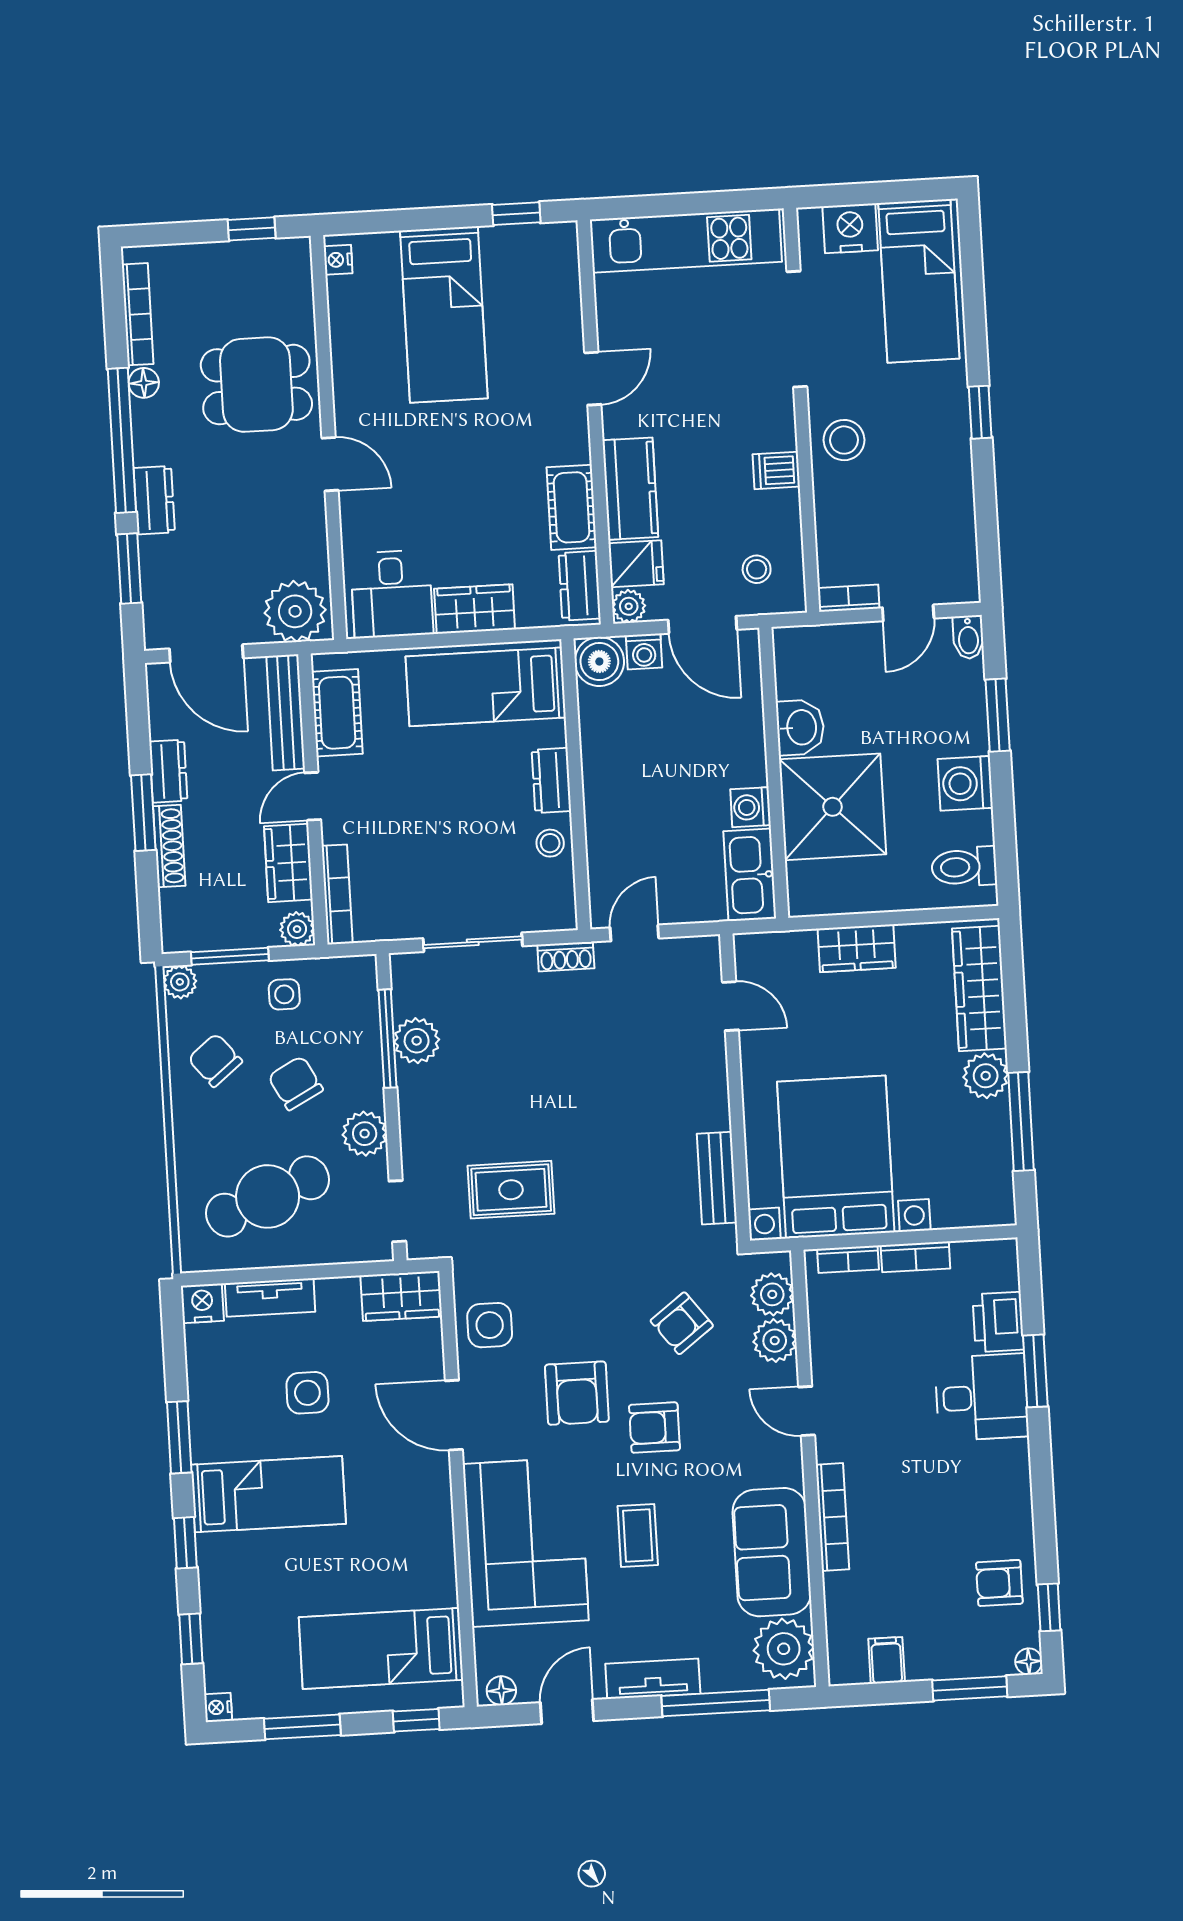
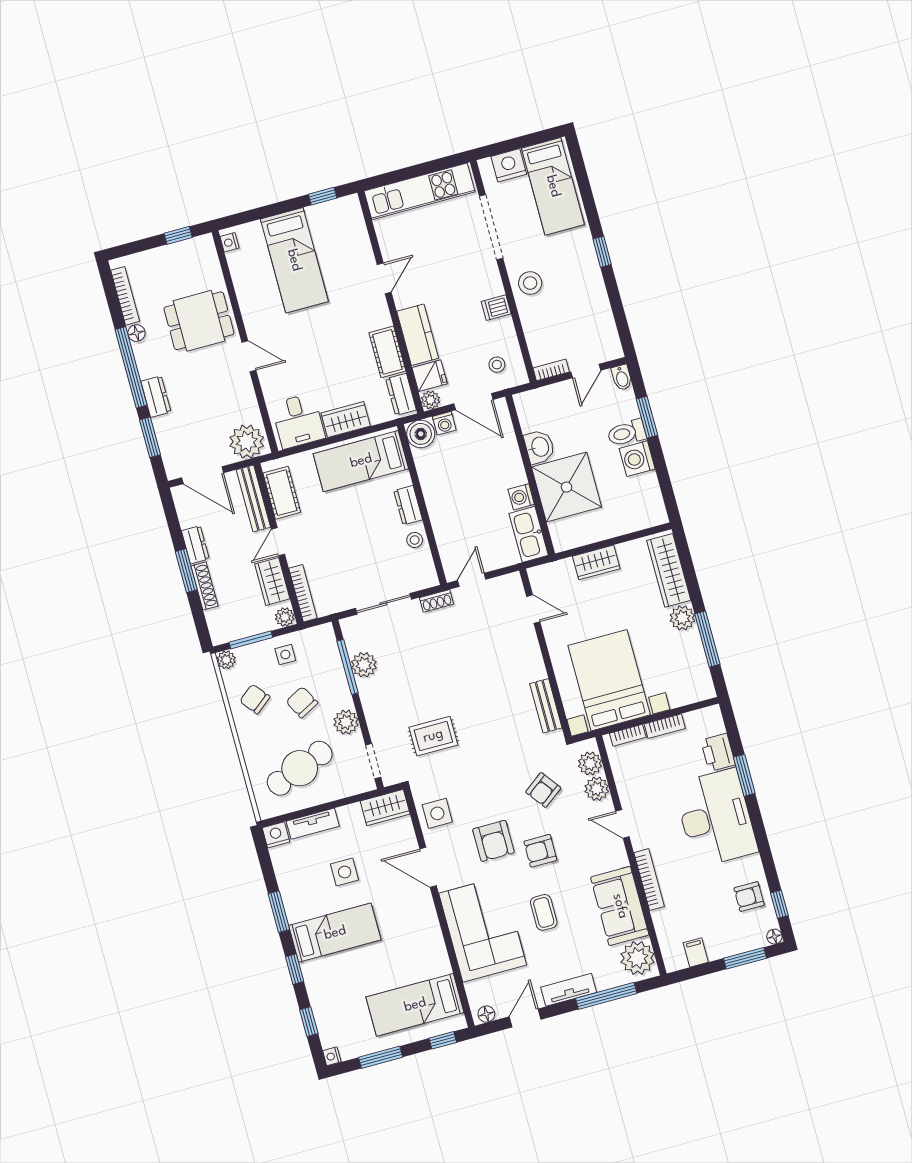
toilet: (964, 867) -> (627, 433), moved
desk: (982, 1397) -> (716, 818), width x1.87, depth x1.30

